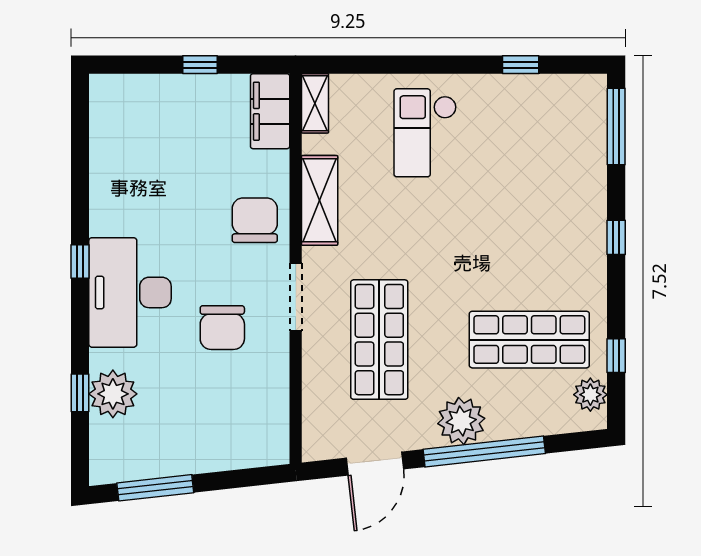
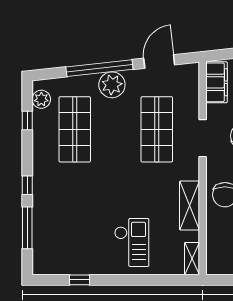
filing cabinet: (270, 111) -> (217, 82), moved
window: (616, 127) -> (27, 228), moved
doorway: (296, 297) -> (203, 138), moved
shop shelf: (529, 340) -> (75, 129), turned 90

